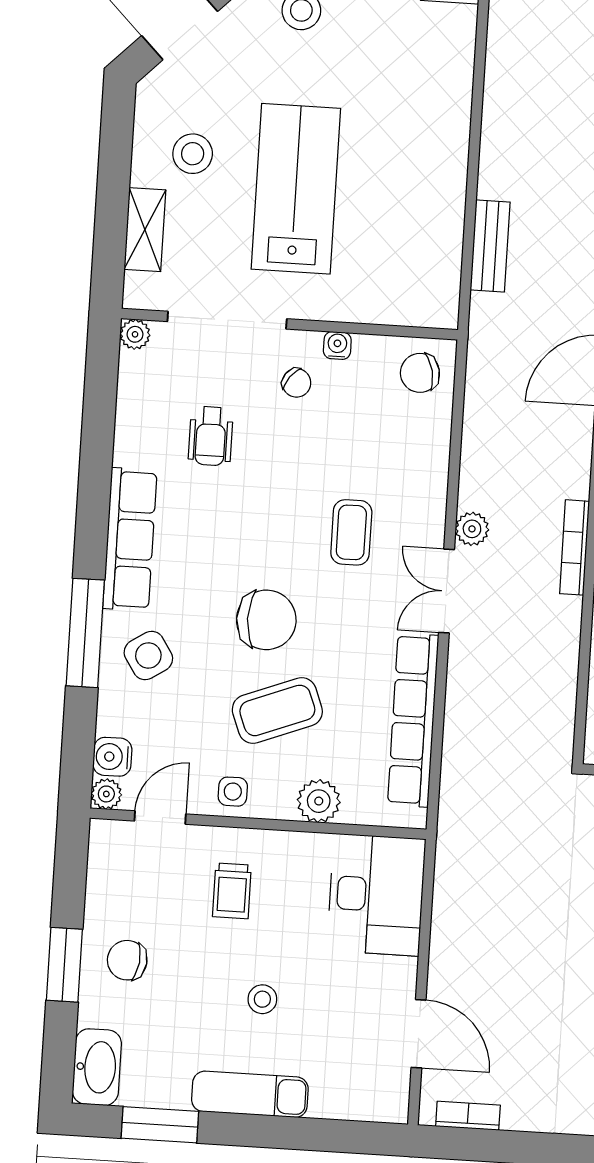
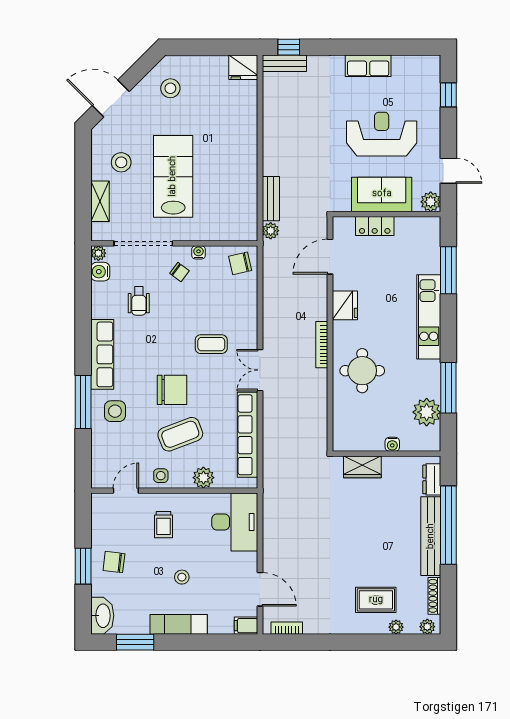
plant: (472, 529) -> (271, 231), moved
coffee table: (351, 532) -> (211, 344), turned 90
side table: (148, 656) -> (115, 411), turned 33
water cooler: (112, 757) -> (100, 272), moved
plant: (106, 794) -> (99, 481), removed
filing cabinet: (386, 1105) -> (246, 626), added

